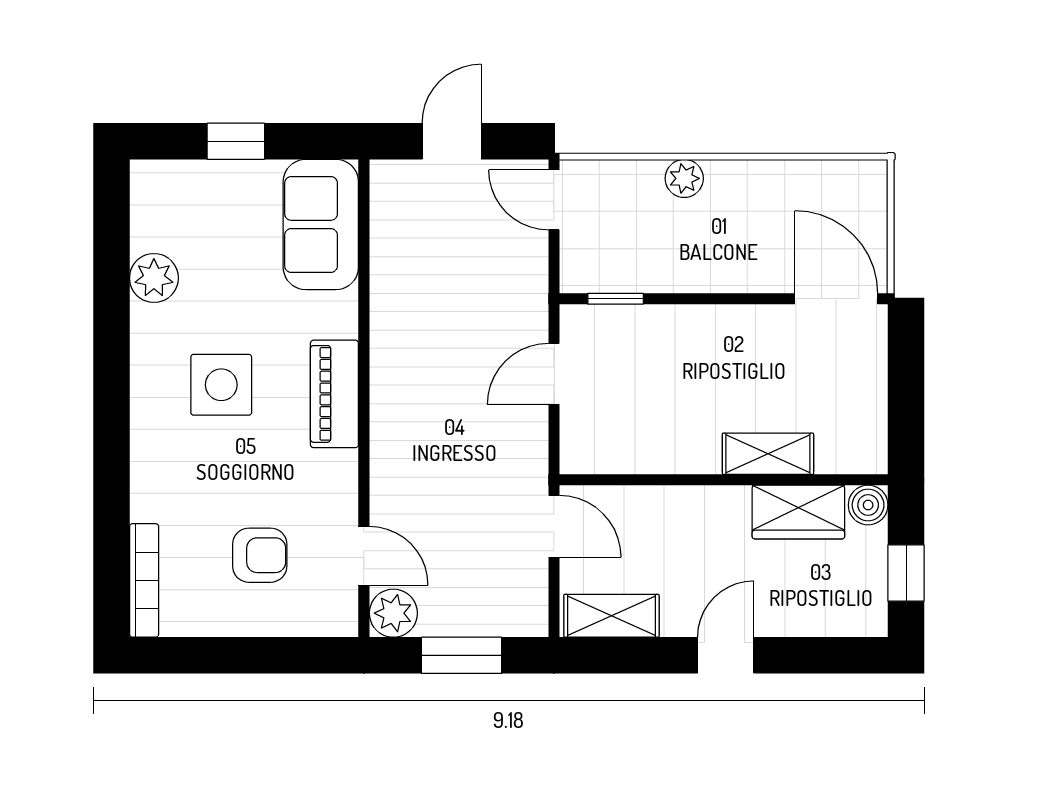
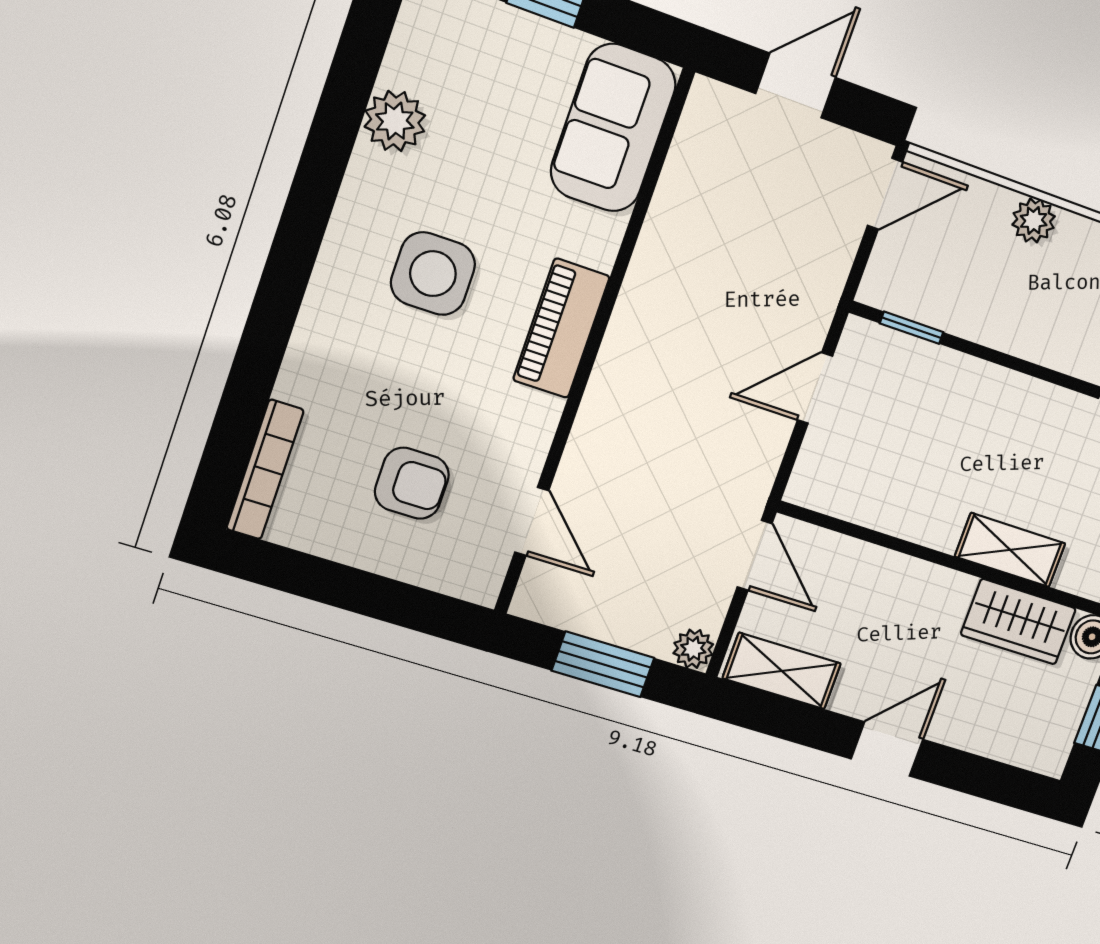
door: (554, 200) -> (885, 194), swing flipped
plant: (393, 613) -> (693, 649), moved, width x0.73, depth x0.73

